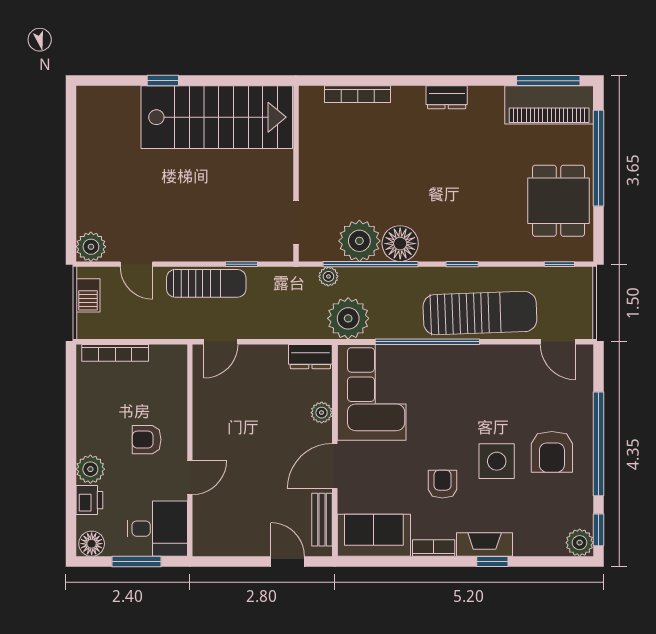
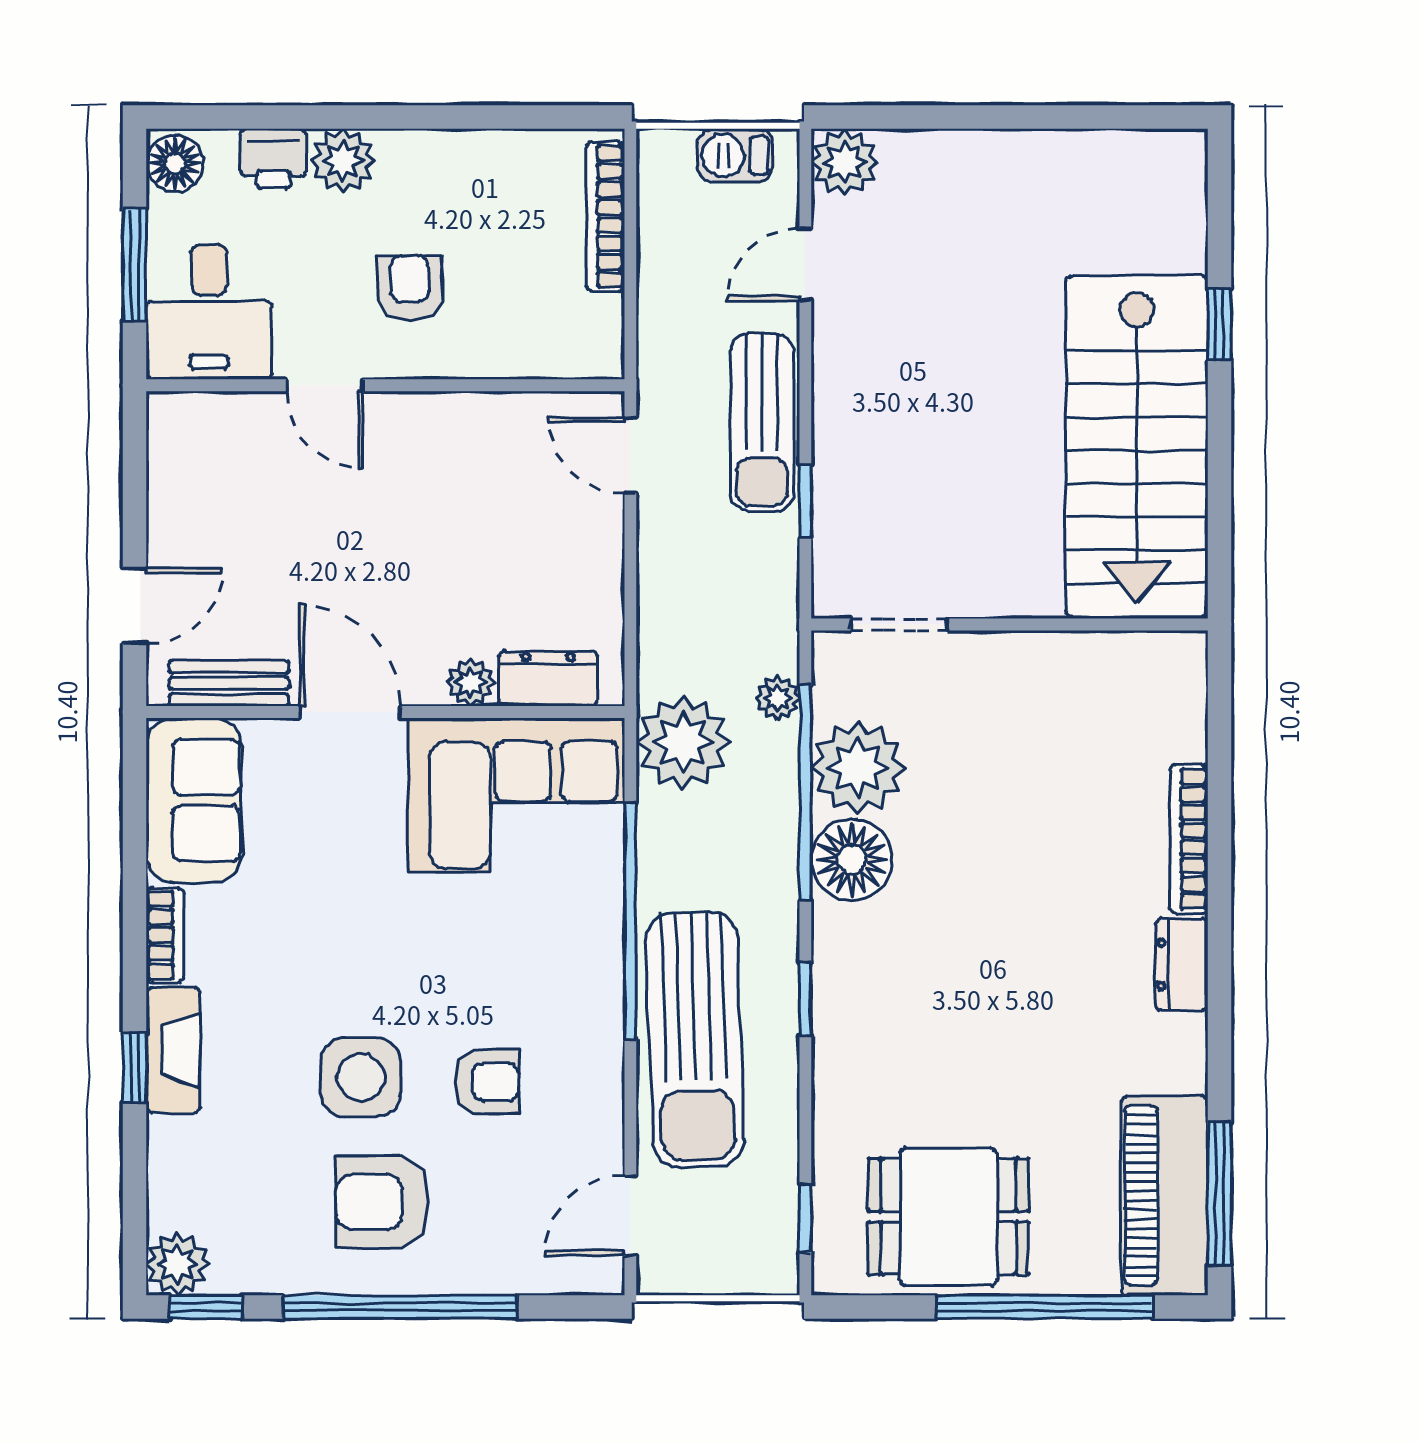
bookcase: (358, 94) -> (1189, 839), moved
dresser: (310, 357) -> (548, 679), moved, turned 90
armchair: (442, 484) -> (487, 1082), moved

